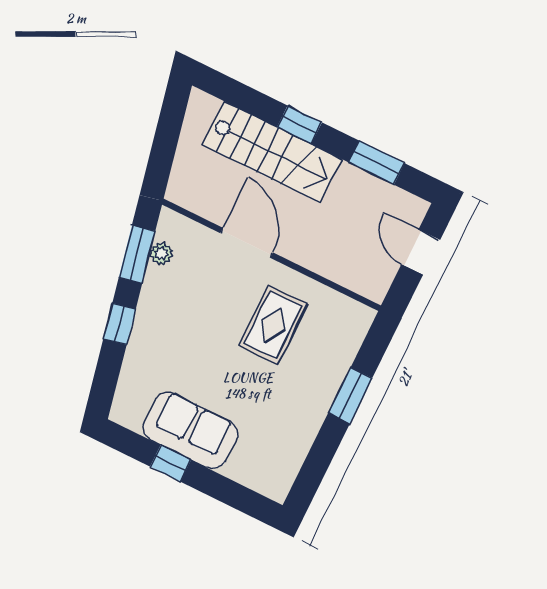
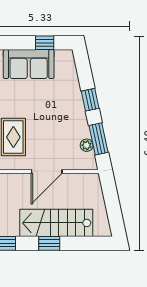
door: (247, 243) -> (47, 171), hinge flipped
window: (170, 463) -> (45, 43), moved

